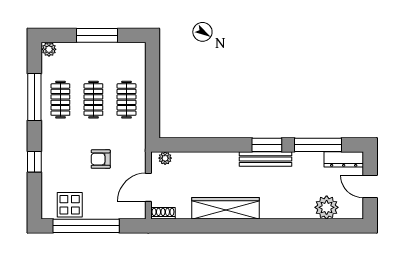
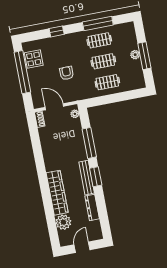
plant: (49, 49) -> (135, 55), moved
window: (318, 145) -> (89, 143), moved
dresser: (344, 159) -> (92, 207), moved
wardrobe: (226, 208) -> (57, 193), moved

